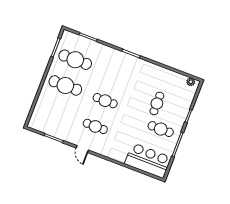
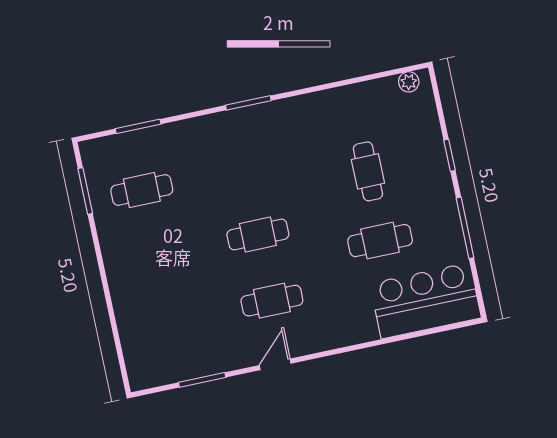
cafe table: (75, 60) -> (142, 190), width x0.73, depth x0.74
cafe table: (65, 85) -> (156, 256), removed
cafe table: (161, 129) -> (380, 241), moved
door: (82, 149) -> (275, 364), swing flipped

